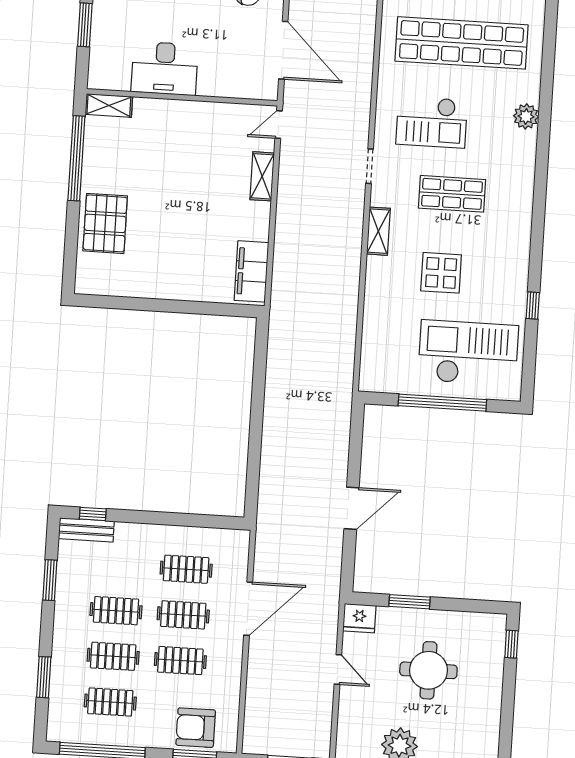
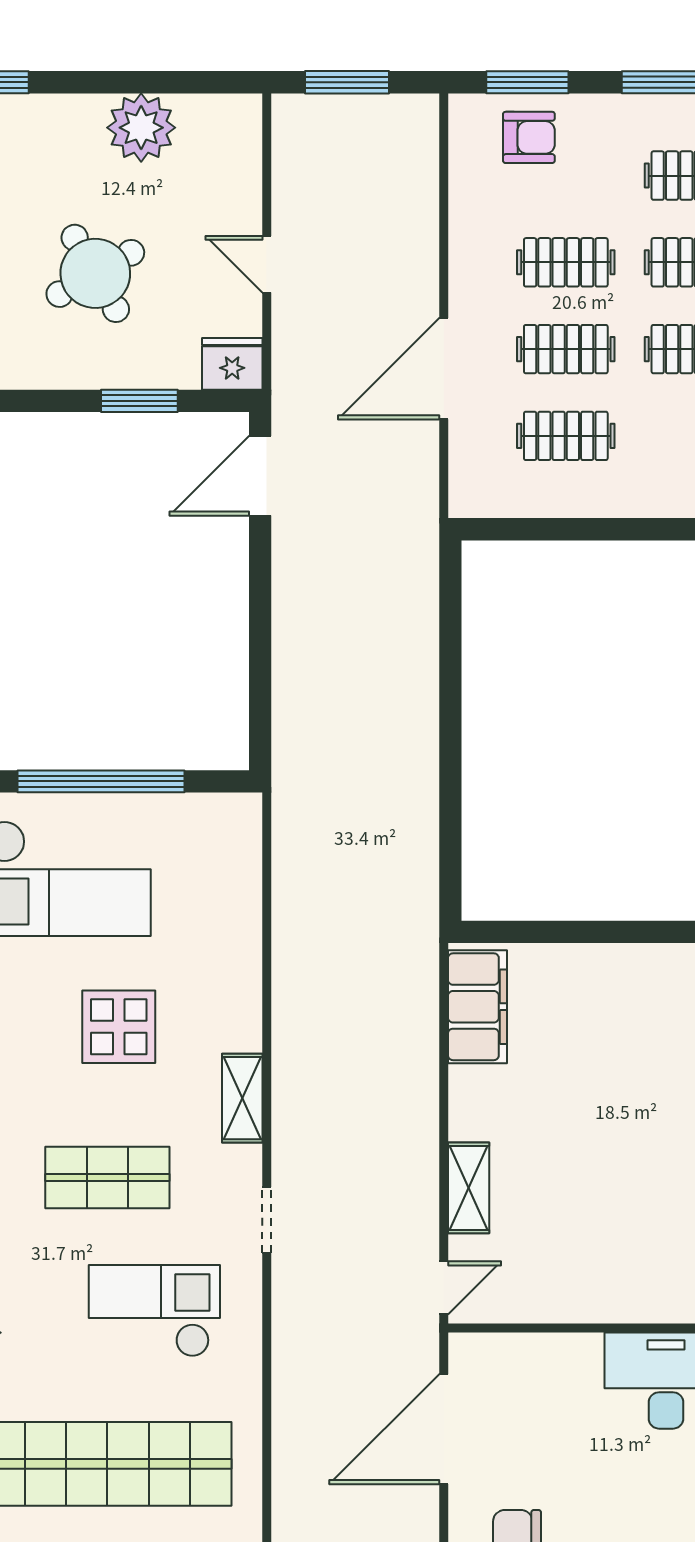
door: (283, 50) -> (444, 1429), hinge flipped
door: (352, 508) -> (260, 476), moved
round table: (428, 670) -> (95, 273), turned -30
armchair: (196, 728) -> (529, 137), width x0.72, depth x0.72

